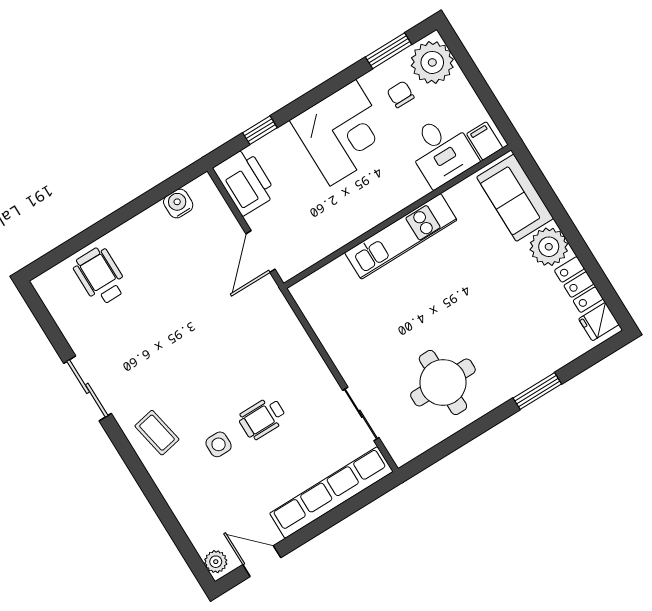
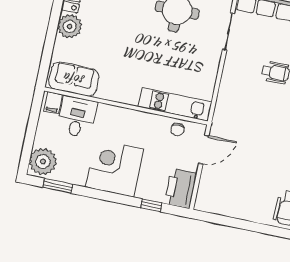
chair: (401, 94) -> (178, 129), moved
sofa: (515, 198) -> (74, 79), moved, turned -90
water cooler: (178, 204) -> (221, 207), removed
kitchen unit: (401, 236) -> (175, 104), moved

